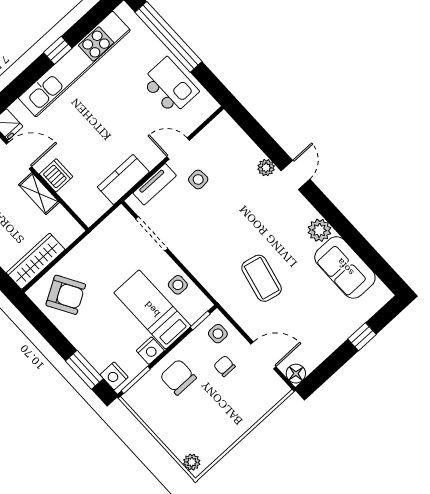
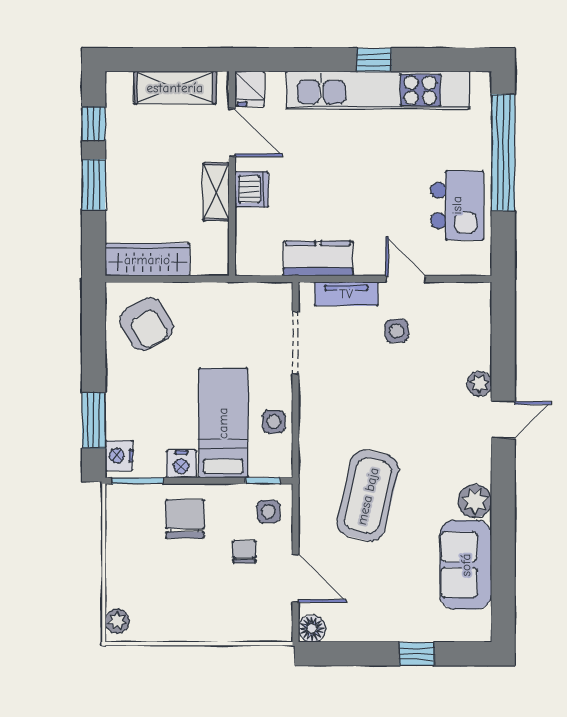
coffee table: (262, 278) -> (368, 496), width x1.36, depth x1.32

